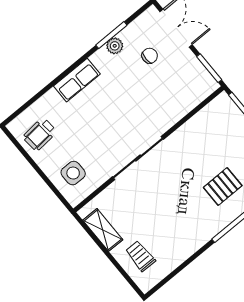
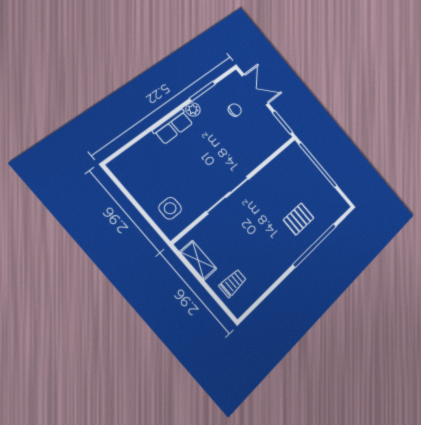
plant: (115, 46) -> (193, 109), moved
wheelchair: (40, 134) -> (139, 173), removed
trolley: (140, 256) -> (233, 283), turned 90

